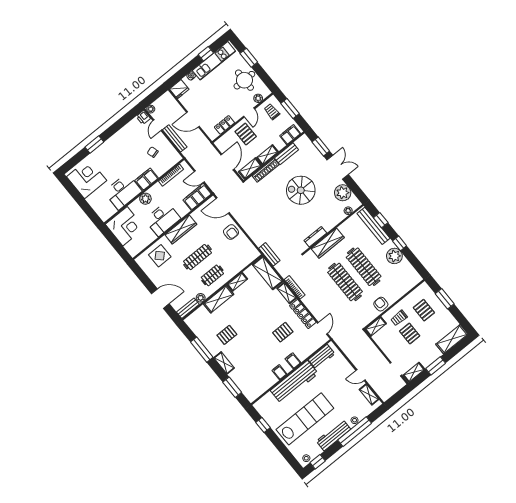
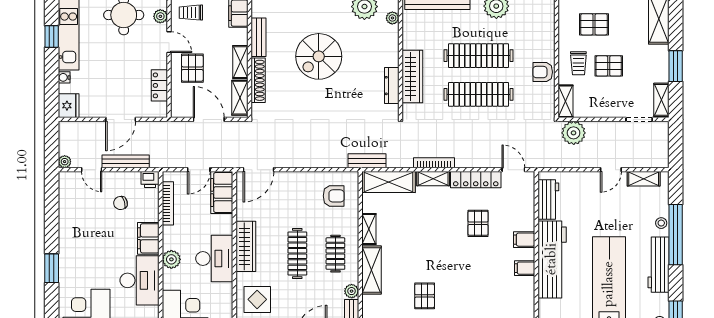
printer: (143, 117) -> (150, 179), moved
pallet: (246, 134) -> (192, 68), turned 90
armchair: (231, 232) -> (334, 196), moved
plant: (364, 343) -> (574, 133), added

